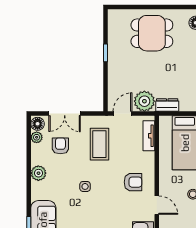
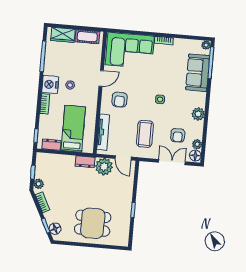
door: (123, 114) -> (123, 158), hinge flipped
tv unit: (149, 136) -> (103, 132), width x1.41
armchair: (133, 182) -> (120, 100), turned -90
door: (157, 205) -> (101, 78), swing flipped

